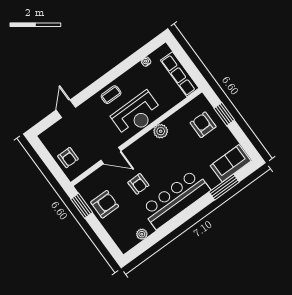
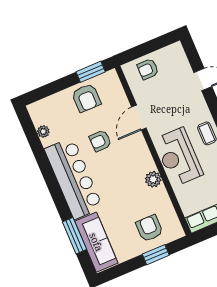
armchair: (203, 125) -> (149, 228), turned -90
sofa: (231, 163) -> (96, 242), width x1.36

